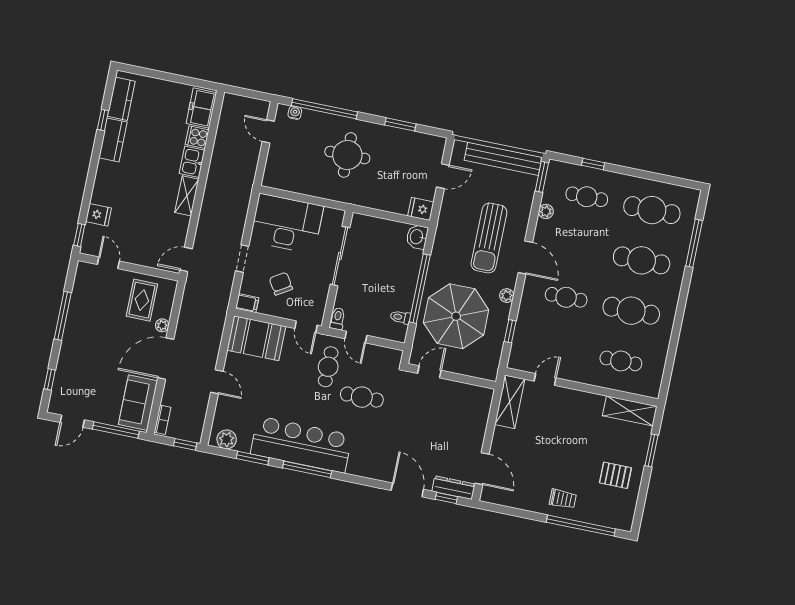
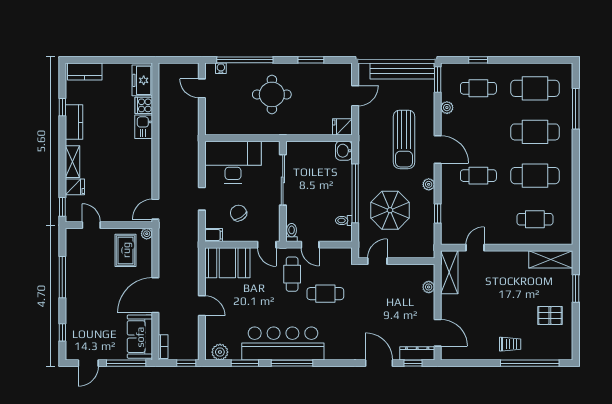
kitchen counter: (121, 99) -> (85, 72), moved, turned 90
shelving: (187, 196) -> (72, 162), moved
parasol: (456, 316) -> (390, 210), width x0.73, depth x0.73
plant: (162, 325) -> (147, 234), moved
plant: (482, 414) -> (429, 287), added

